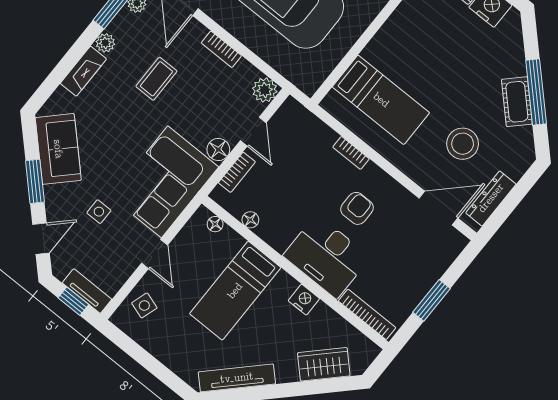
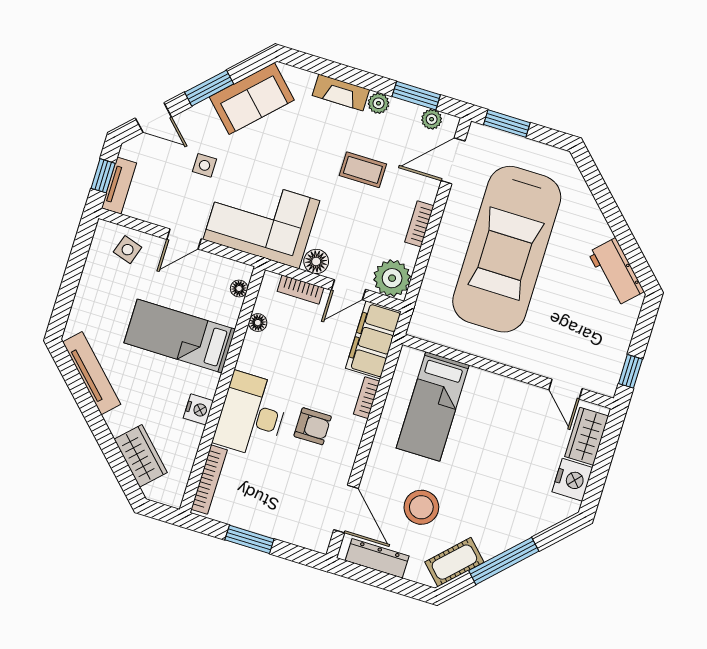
plant: (265, 90) -> (392, 278), width x1.36, depth x1.36
cot: (517, 102) -> (454, 562), moved
filing cabinet: (304, 128) -> (373, 340), added

